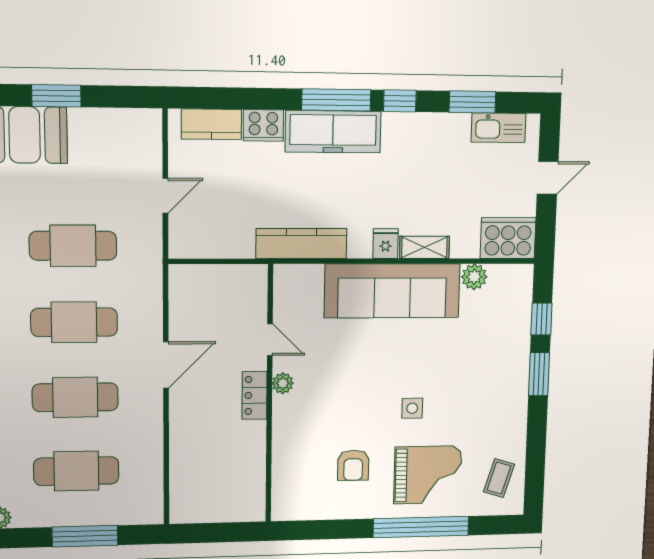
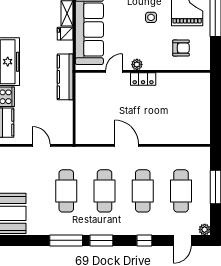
door: (270, 340) -> (114, 71), moved
plant: (283, 383) -> (137, 64), moved
locker: (254, 395) -> (143, 79), moved
wall: (269, 395) -> (143, 71), moved

